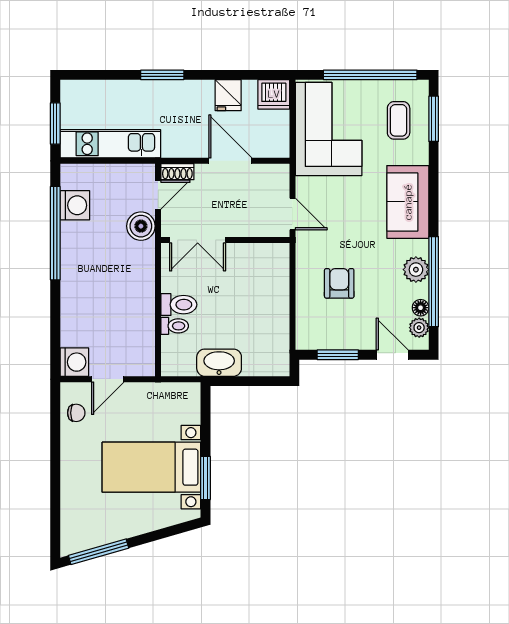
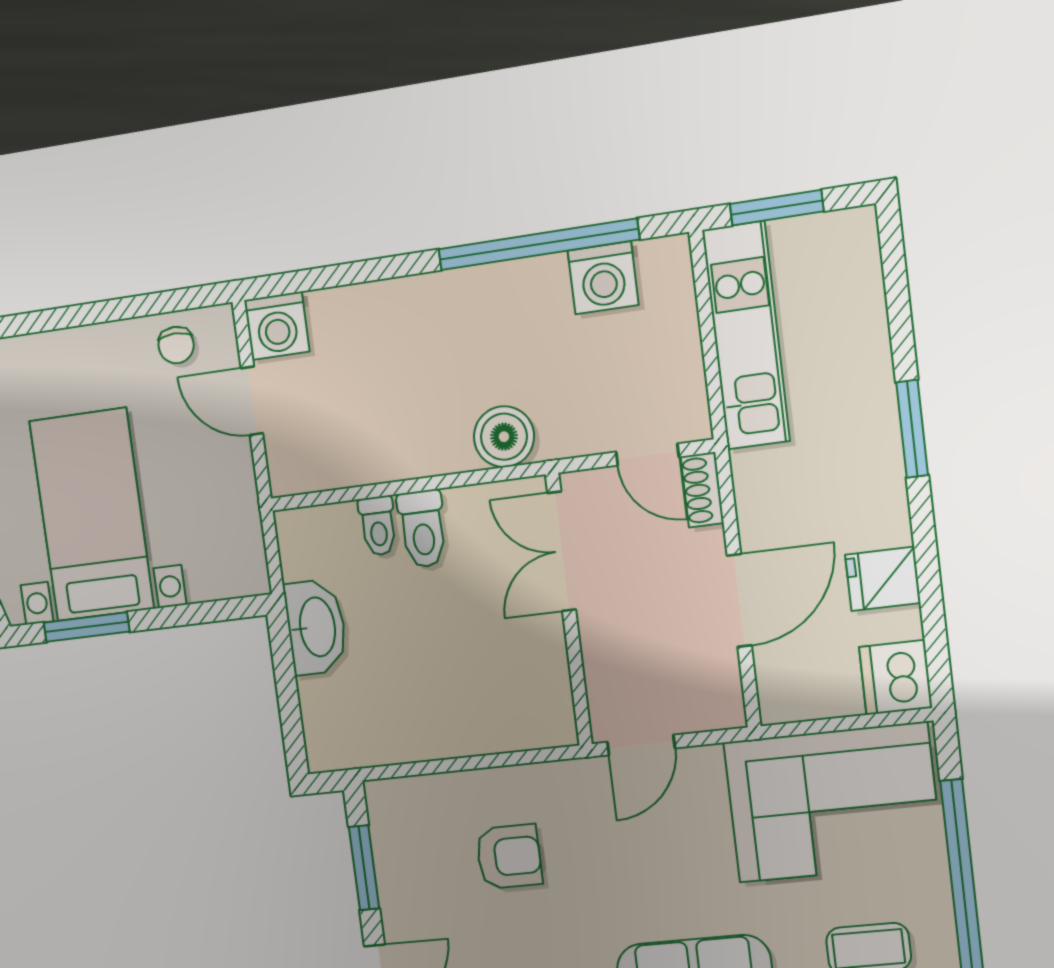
boiler: (141, 226) -> (504, 437), moved

